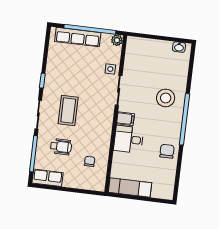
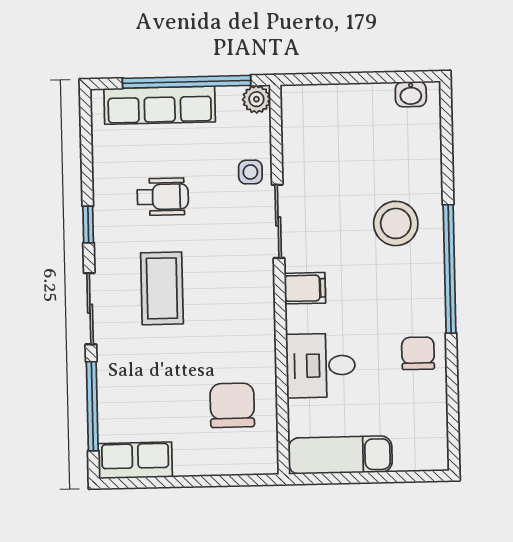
desk: (129, 139) -> (321, 366), moved
wheelchair: (61, 147) -> (163, 197), moved
chair: (90, 161) -> (232, 405), width x1.87, depth x1.87

